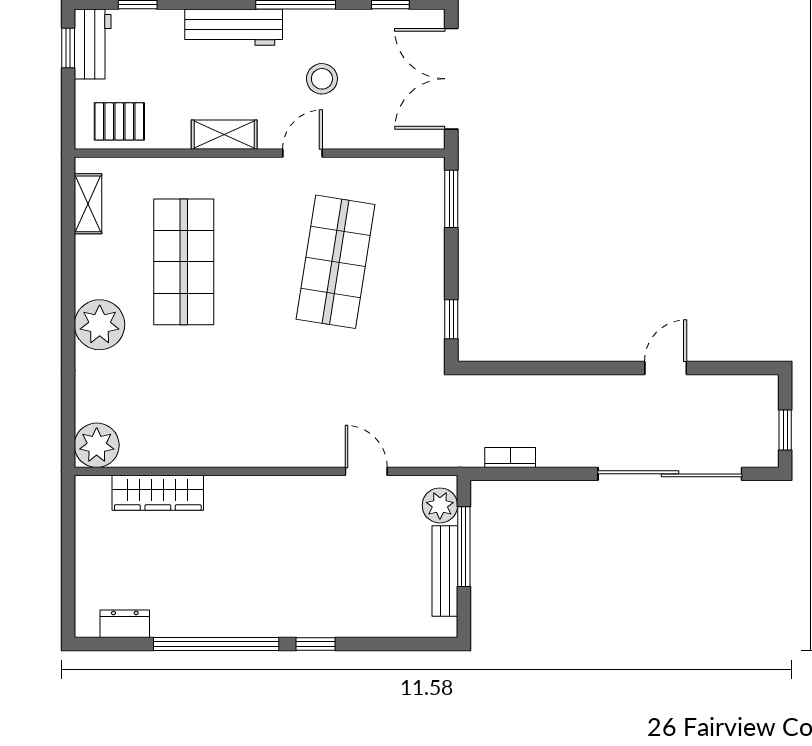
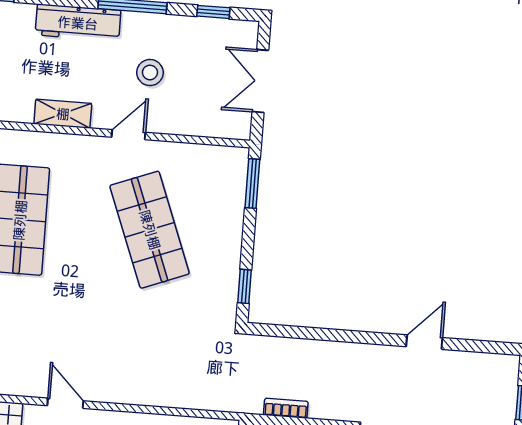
double door: (451, 79) -> (260, 81), width x0.73
shop shelf: (336, 262) -> (150, 230), turned -30
door: (366, 471) -> (65, 403), moved

